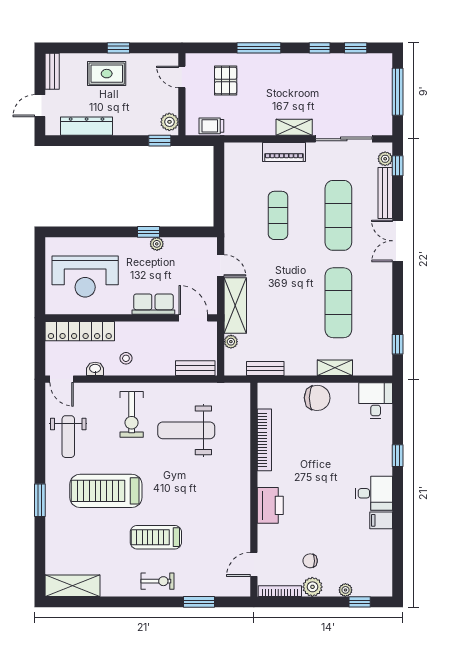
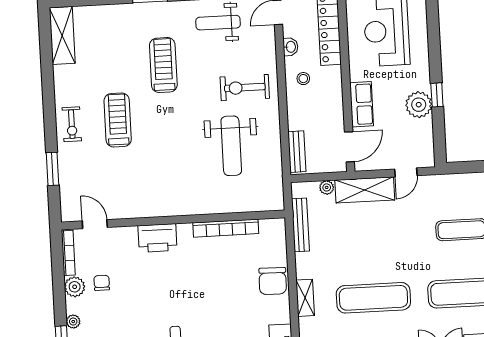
plant: (157, 244) -> (419, 105), width x1.88, depth x1.88
bench: (265, 369) -> (300, 225), width x1.36
weight bench: (186, 430) -> (231, 146), turned 180
treadmill: (106, 491) -> (163, 65), width x0.73, depth x0.73

